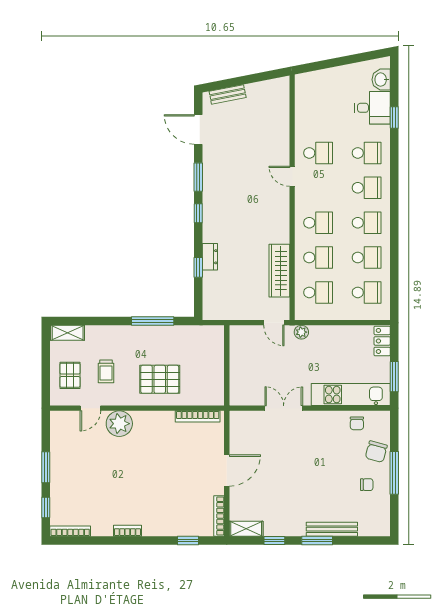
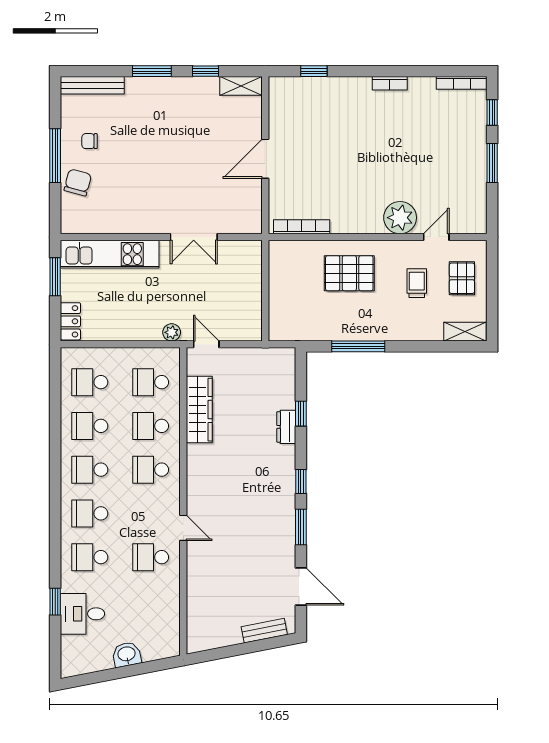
washbasin: (381, 80) -> (127, 654), moved, turned -101
chair: (357, 423) -> (102, 218), removed
bookcase: (219, 516) -> (275, 102), removed
bench: (332, 529) -> (92, 85), moved

